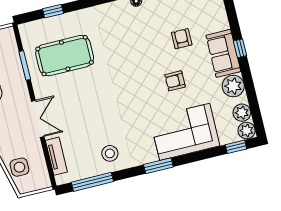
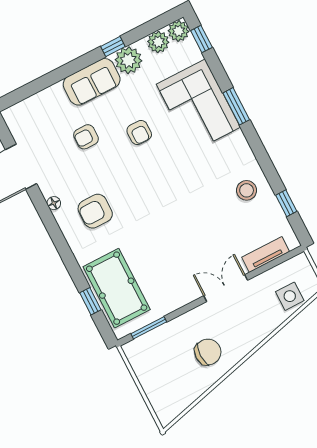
armchair: (122, 32) -> (95, 211), added
window: (240, 48) -> (113, 47), moved
pool table: (65, 56) -> (117, 288), moved
window: (25, 65) -> (149, 328), moved
window: (158, 166) -> (236, 106), moved
window: (92, 182) -> (286, 203), width x0.46

